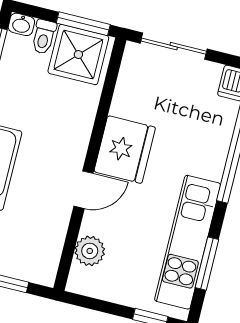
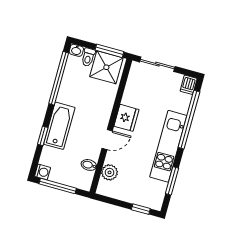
fridge: (125, 150) -> (126, 118), width x0.73, depth x0.75
bidet: (51, 238) -> (89, 165), added
kitchen unit: (188, 242) -> (168, 146), moved

